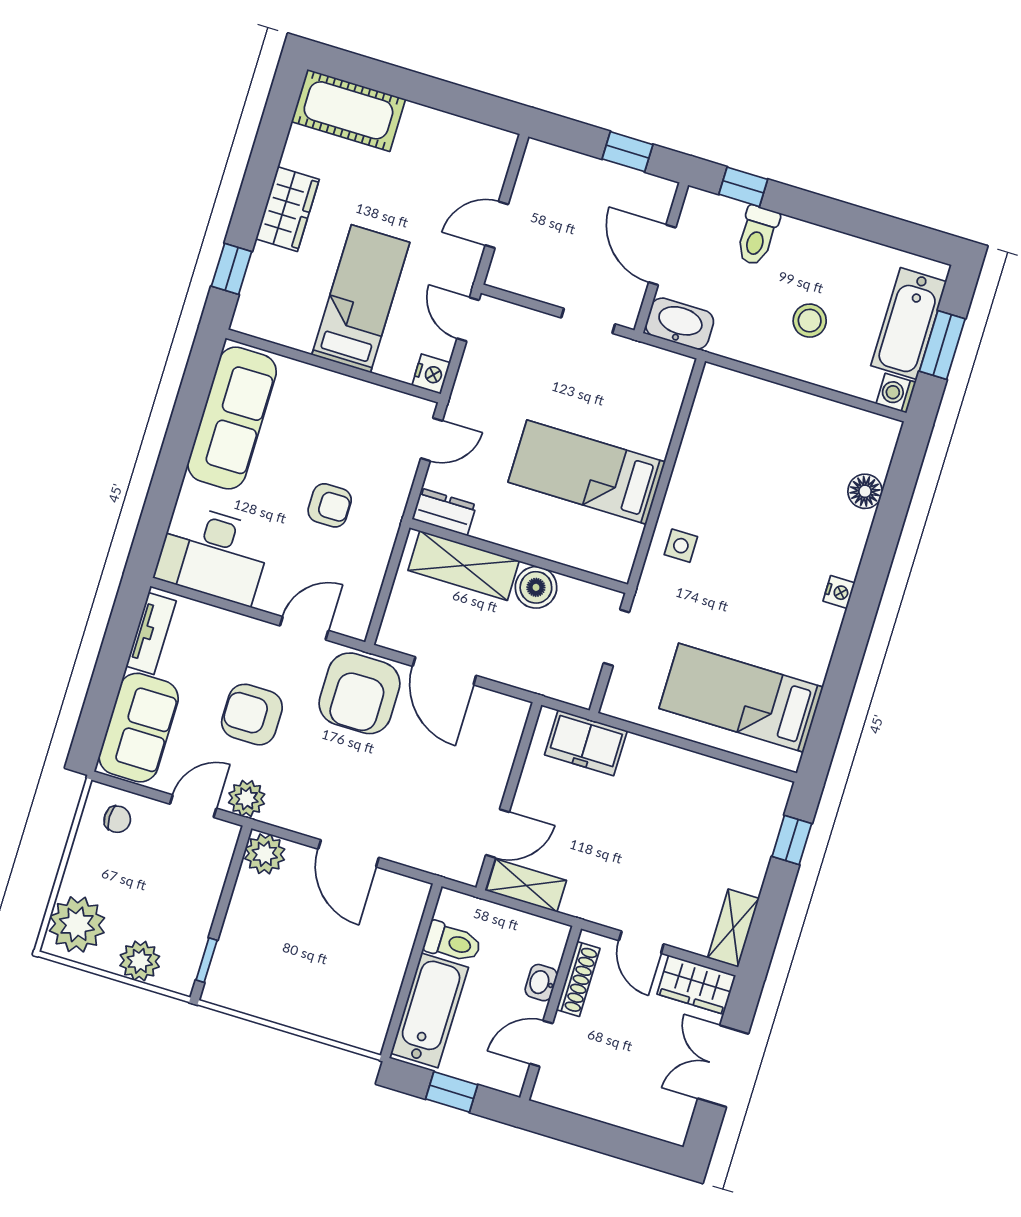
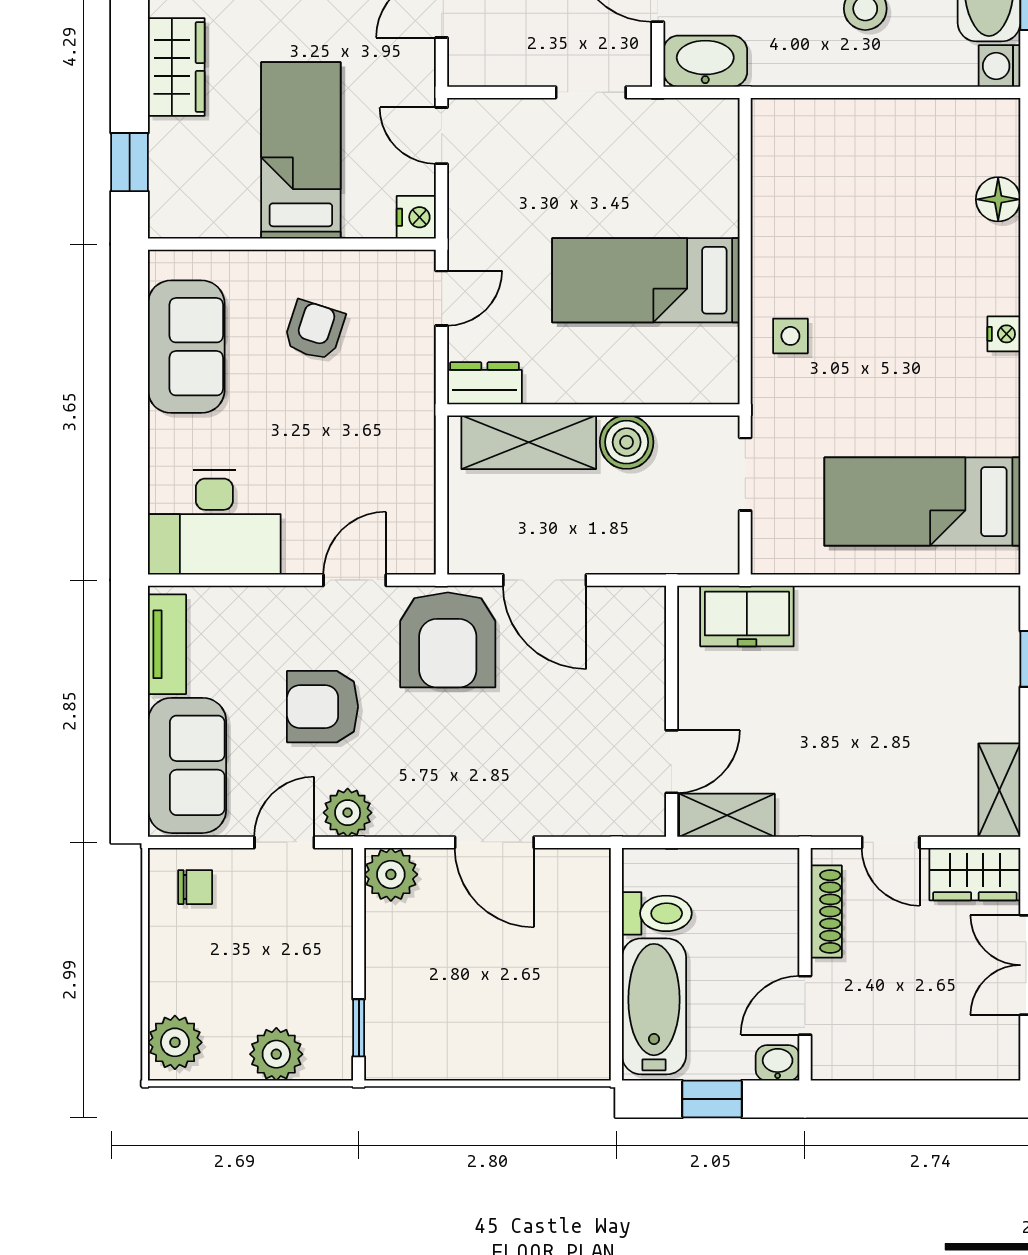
sofa: (232, 418) -> (186, 347), width x0.73
armchair: (330, 505) -> (314, 330), moved, turned -72
plant: (77, 924) -> (175, 1042), width x0.73, depth x0.73
washbasin: (541, 983) -> (778, 1063), moved, turned 90

